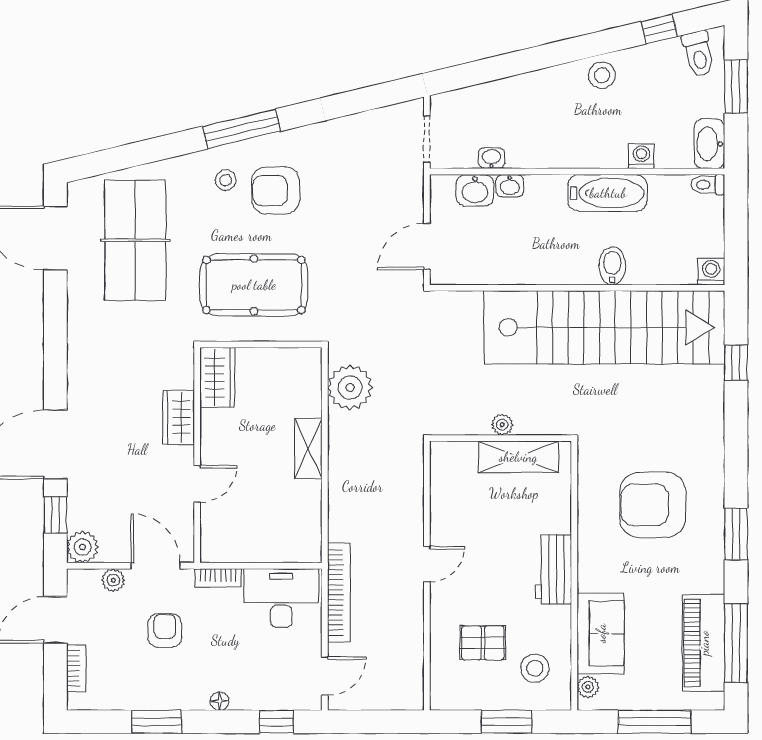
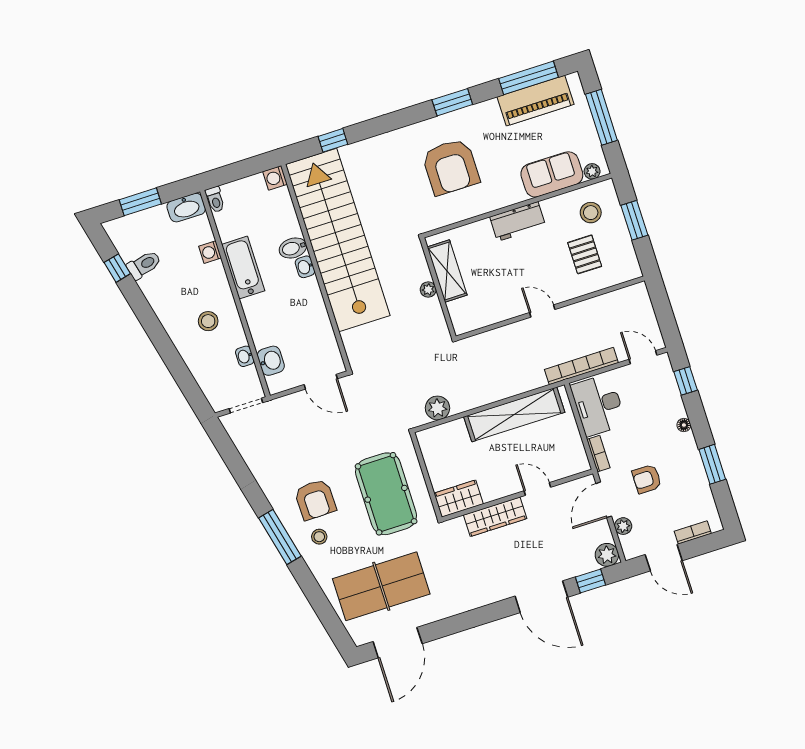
toilet: (699, 54) -> (144, 265), moved
stool: (602, 75) -> (208, 321), moved
washbasin: (510, 186) -> (305, 267), moved, turned 180
plant: (350, 388) -> (437, 408), width x0.73, depth x0.73
wardrobe: (179, 417) -> (495, 517), width x1.50
shelving: (308, 448) -> (514, 414), width x2.20, depth x1.33

